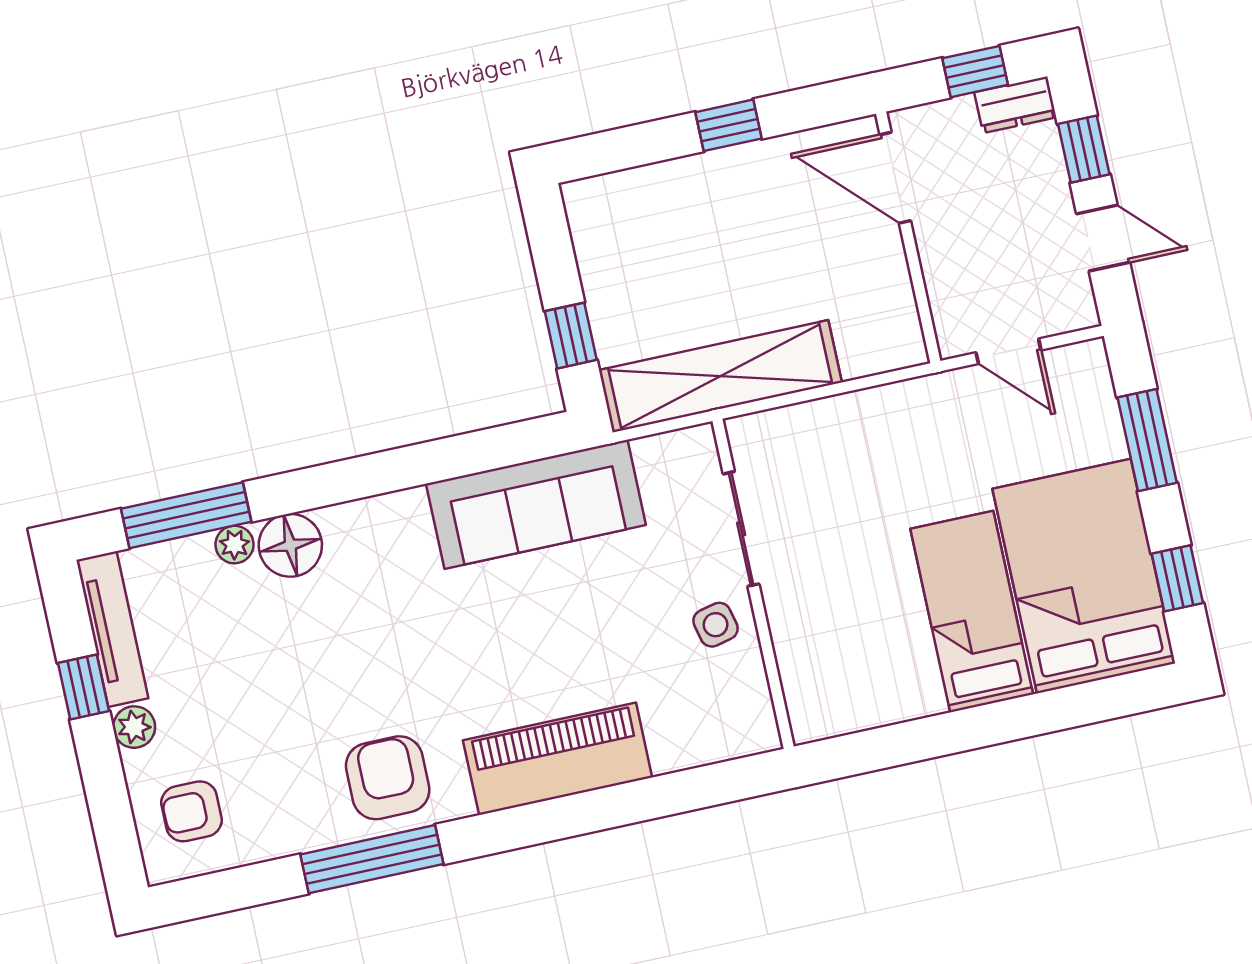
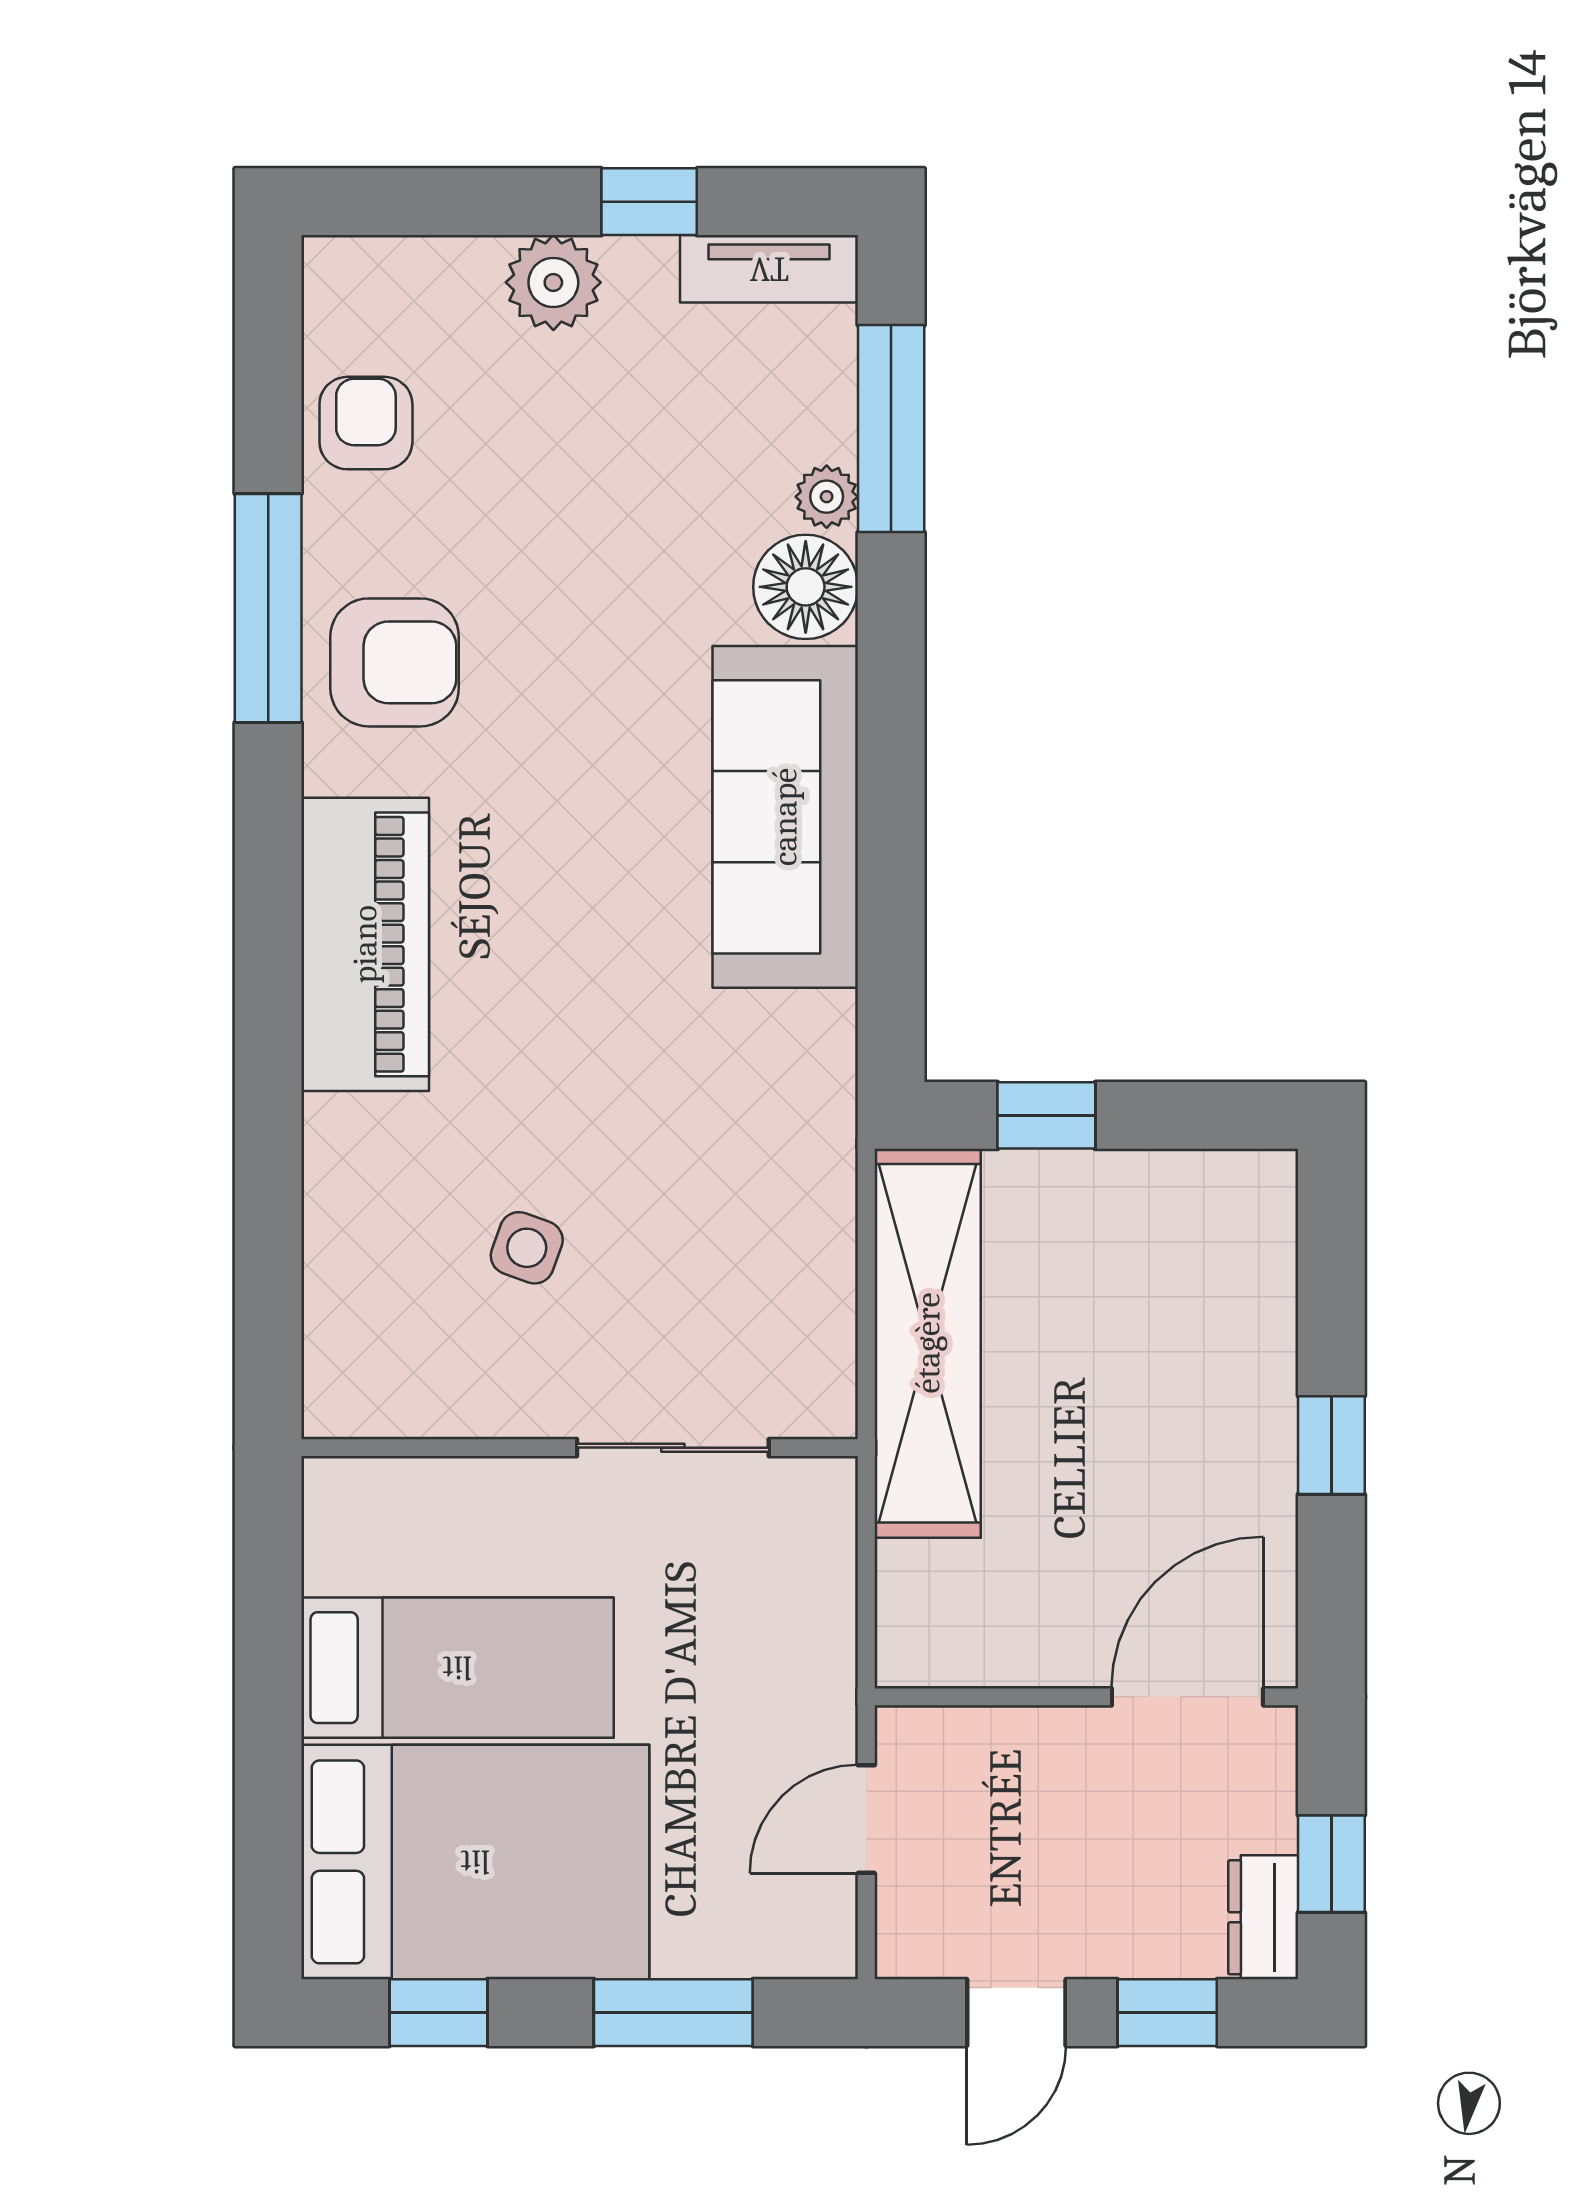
sofa: (536, 504) -> (785, 817), moved
sliding door: (741, 529) -> (673, 1448), moved
wall: (753, 584) -> (580, 1448), moved
side table: (716, 625) -> (527, 1248), turned 33
tv unit: (112, 629) -> (769, 269), width x0.71
plant: (134, 727) -> (553, 282), width x1.38, depth x1.38
armchair: (191, 811) -> (366, 423), moved

